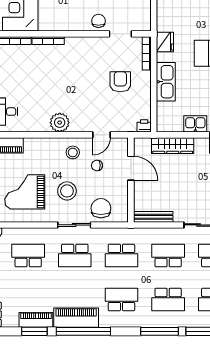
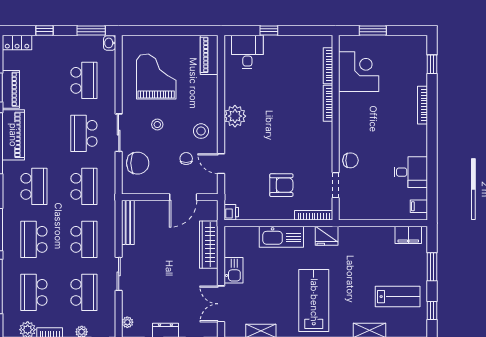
stool: (67, 191) -> (157, 125), width x0.53, depth x0.53
school desk: (121, 255) -> (84, 186), turned 180

